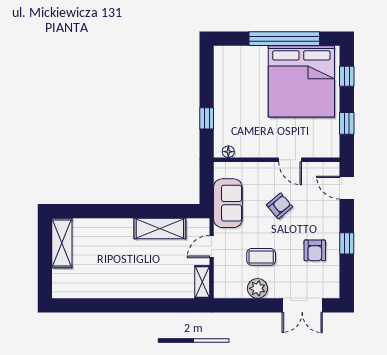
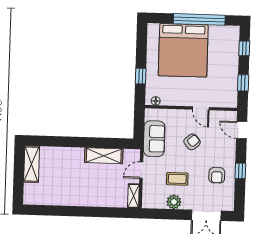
bed: (301, 81) -> (183, 50), moved

